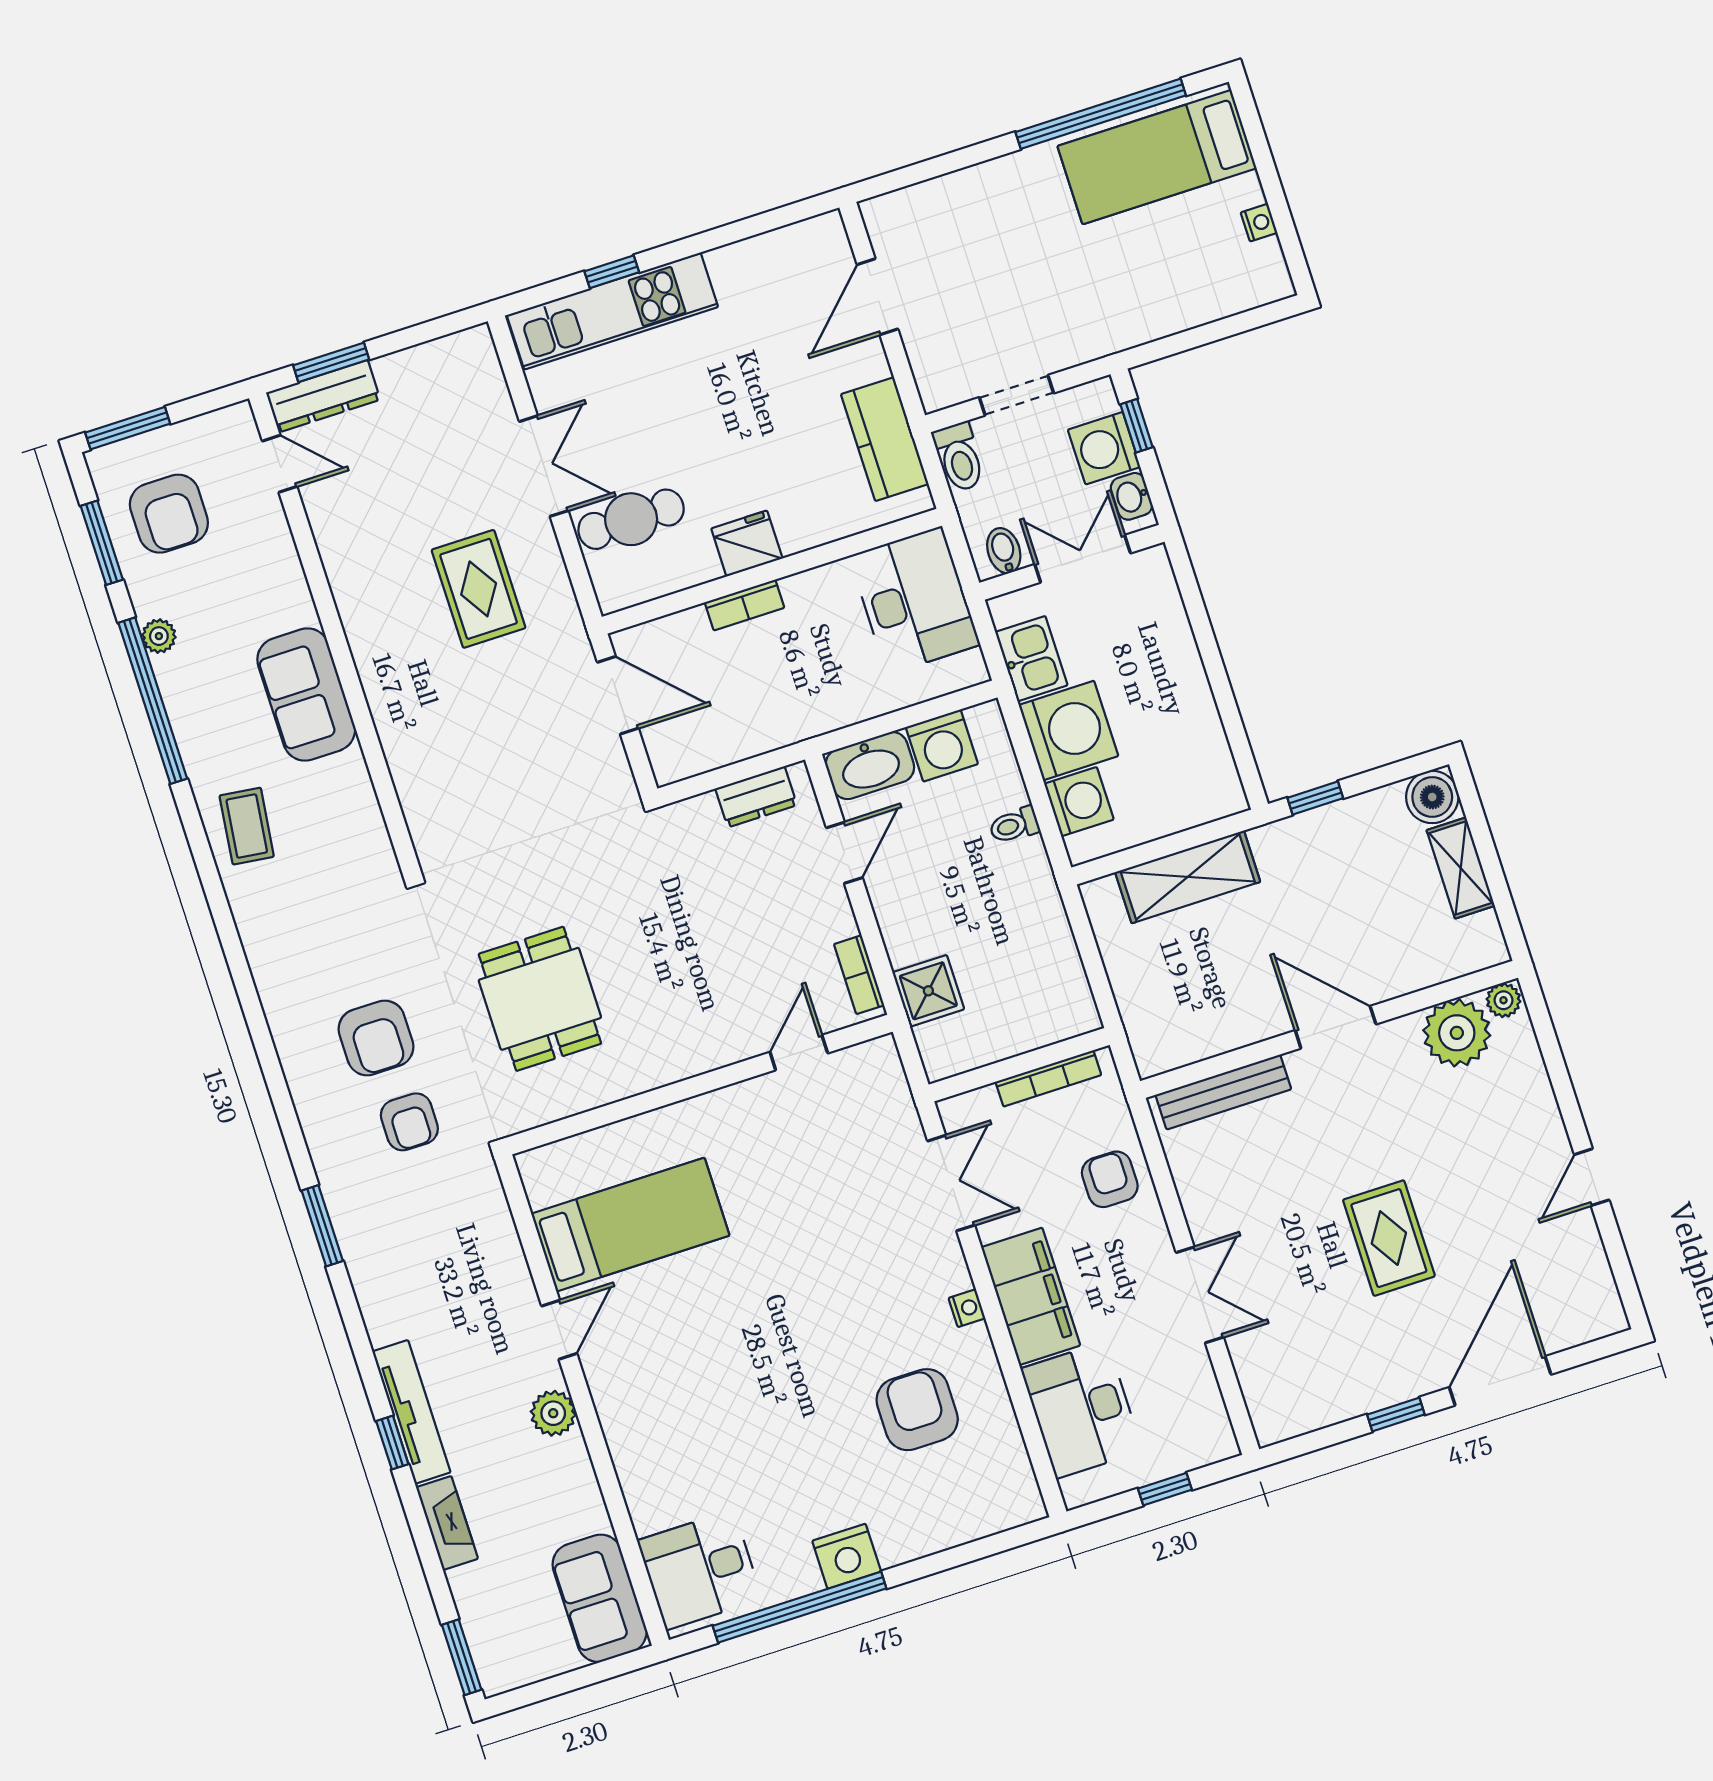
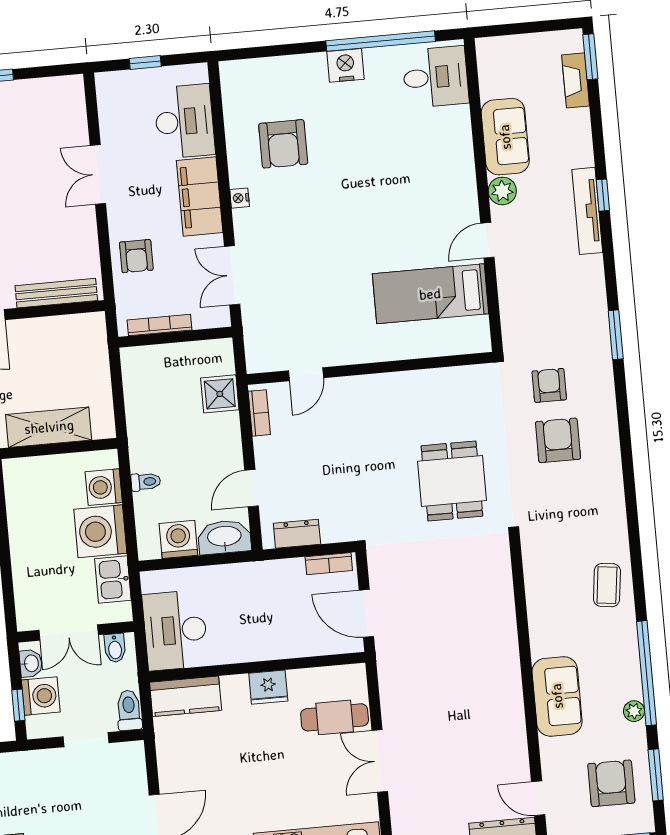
kitchen counter: (885, 439) -> (186, 696), moved, turned 90
rug: (479, 589) -> (436, 696), removed
bookcase: (745, 605) -> (329, 564), moved, turned 180
sofa: (306, 695) -> (557, 696), moved
dining table: (540, 999) -> (452, 481), moved
fireplace: (447, 1523) -> (576, 80), moved
sofa: (600, 1598) -> (505, 137), moved

